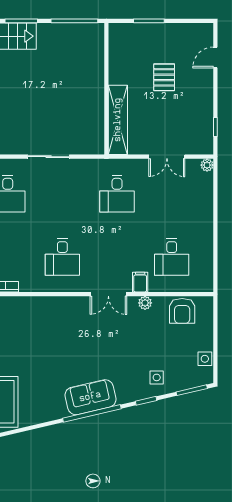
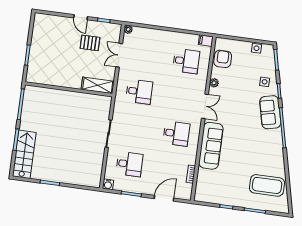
door: (215, 58) -> (81, 17), moved
pallet: (164, 77) -> (90, 43), moved
shelving: (118, 120) -> (98, 85), width x0.68
double door: (167, 157) -> (119, 55), swing flipped
filing cabinet: (140, 282) -> (206, 41), moved
sofa: (51, 311) -> (211, 146), added
armchair: (182, 311) -> (223, 59), turned -90
sofa: (90, 397) -> (270, 112), moved

